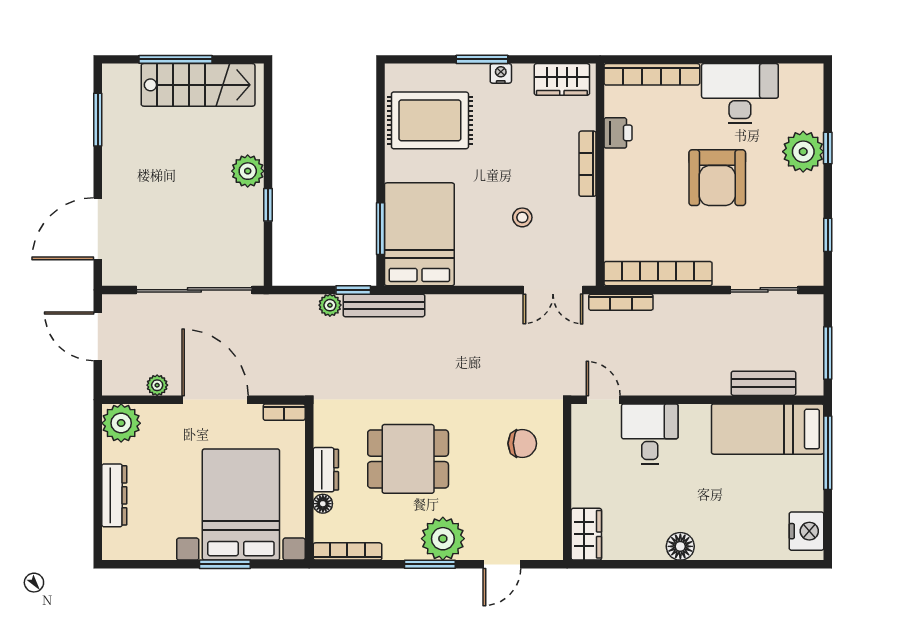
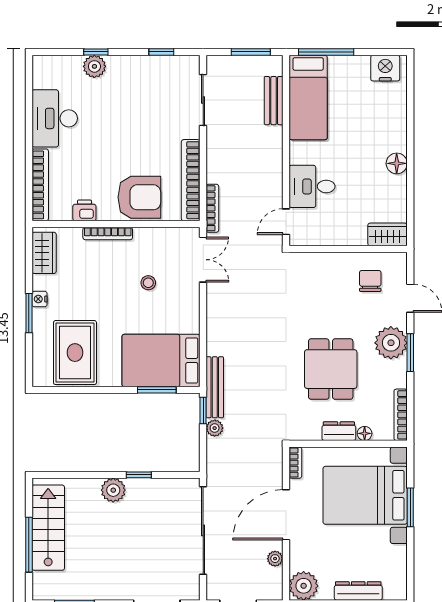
plant: (803, 152) -> (94, 66), width x0.73, depth x0.73
armchair: (717, 178) -> (139, 197), moved
chair: (522, 443) -> (370, 281), moved

